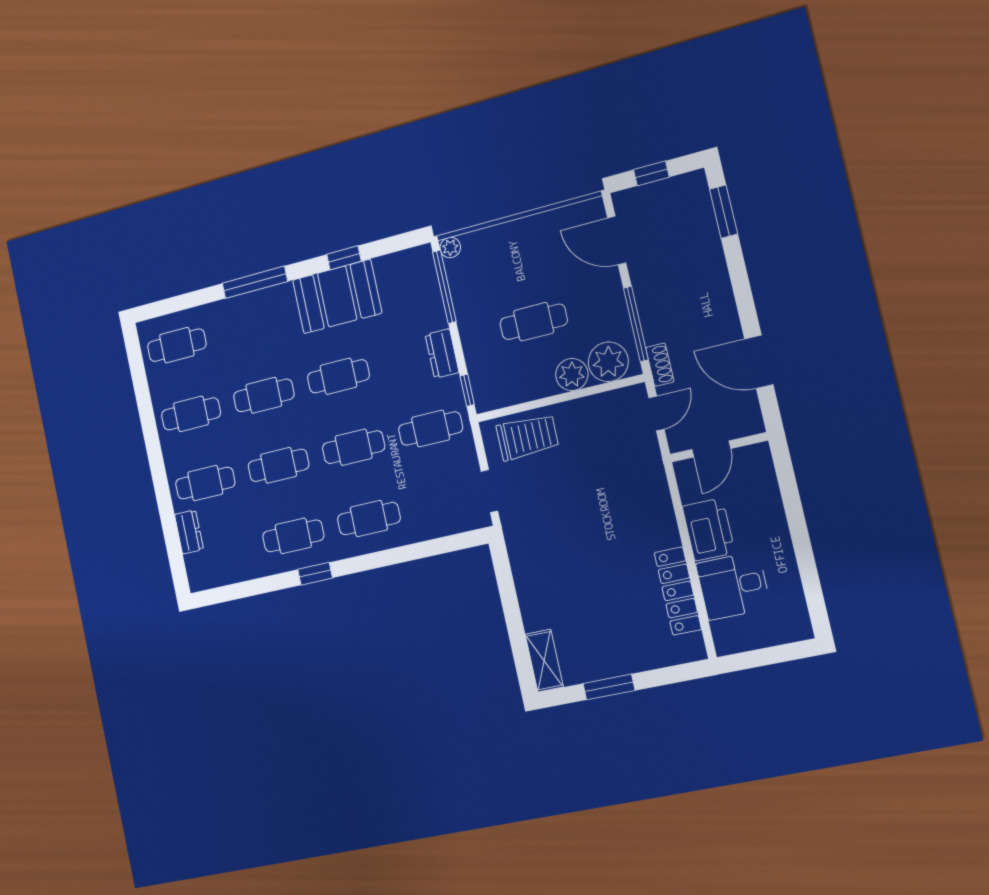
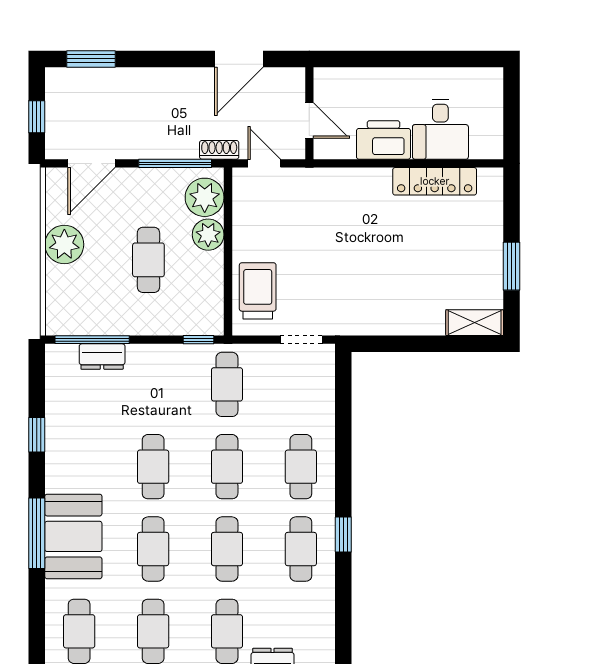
plant: (450, 248) -> (64, 244), moved, width x1.87, depth x1.87
booth: (337, 296) -> (73, 536), moved
dresser: (442, 353) -> (102, 357), moved

